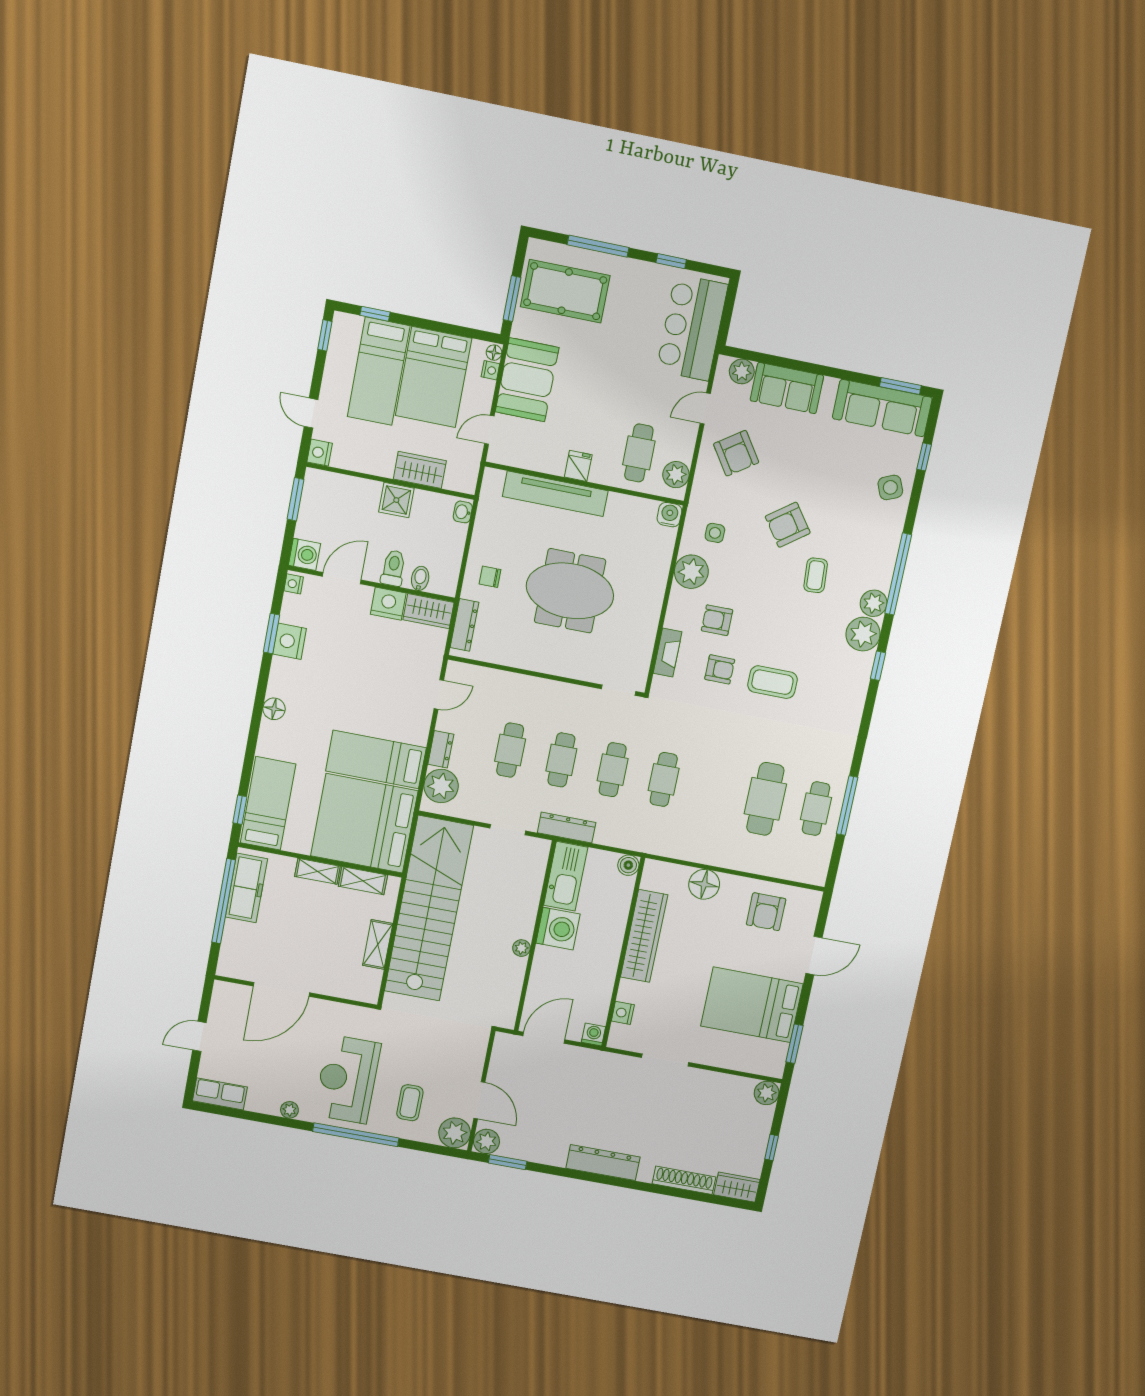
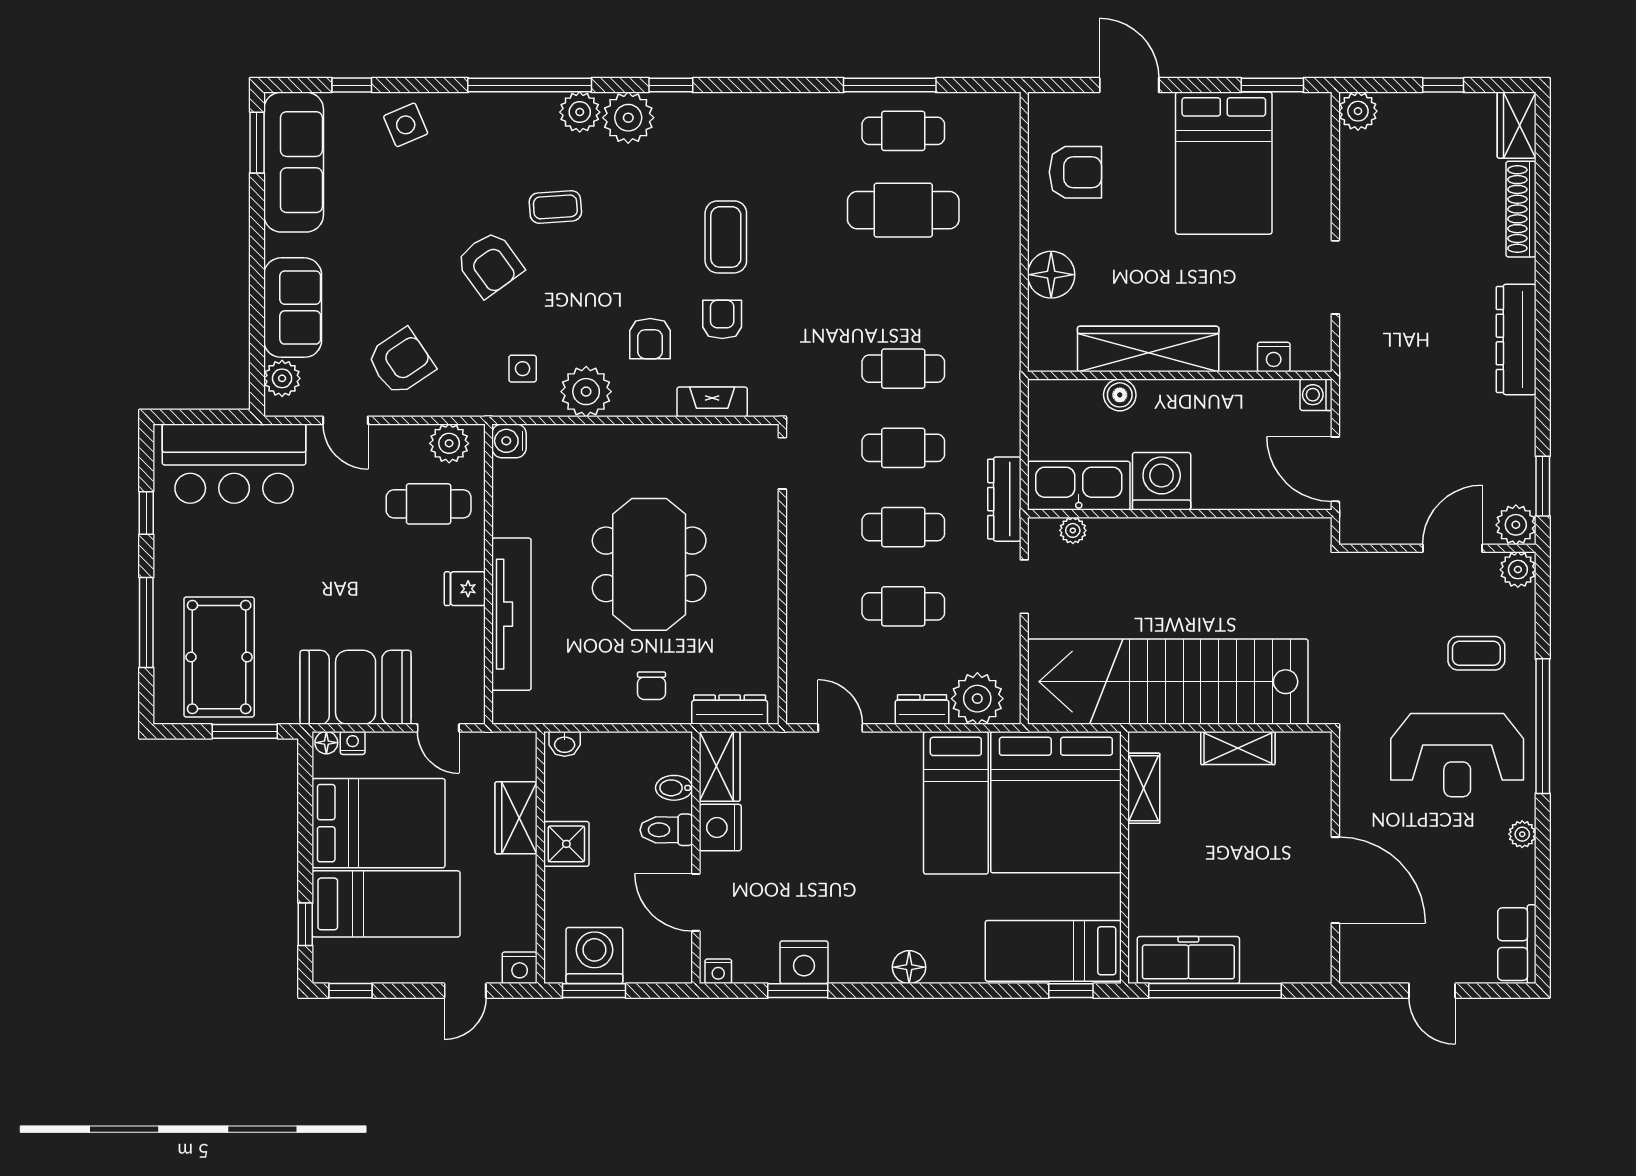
washing machine: (304, 554) -> (594, 956), moved, width x1.37, depth x1.37
boiler: (628, 865) -> (1120, 395), moved
shelving: (317, 871) -> (1143, 859), removed
plant: (522, 948) -> (1073, 530), moved
plant: (455, 1133) -> (1518, 570), width x0.73, depth x0.73

